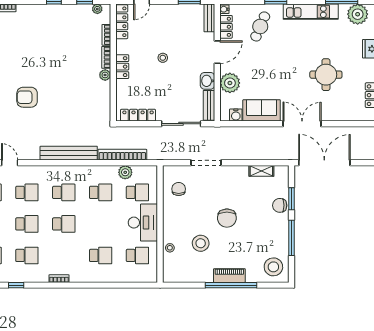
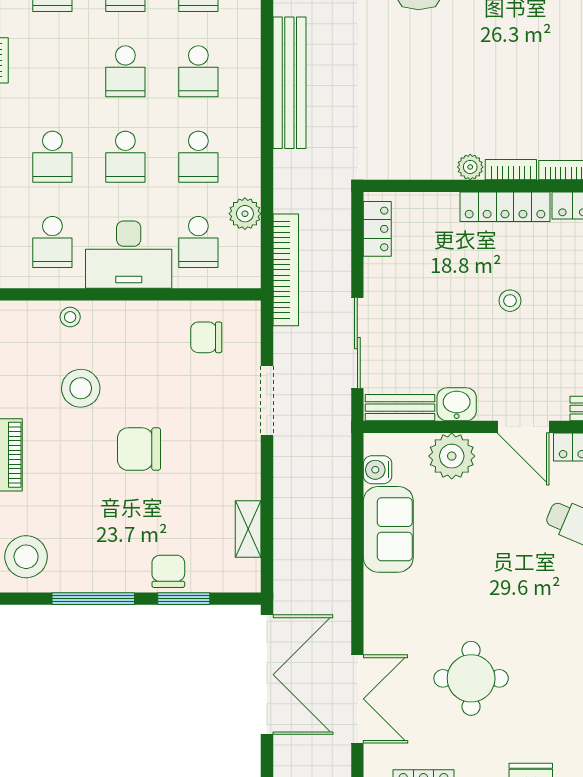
locker: (122, 67) -> (505, 207), width x1.53
locker: (138, 115) -> (377, 229), width x0.66
double door: (302, 124) -> (357, 699), moved
bookcase: (122, 155) -> (286, 270), moved
chair: (179, 189) -> (206, 337), turned 180
school desk: (101, 224) -> (125, 157), added

